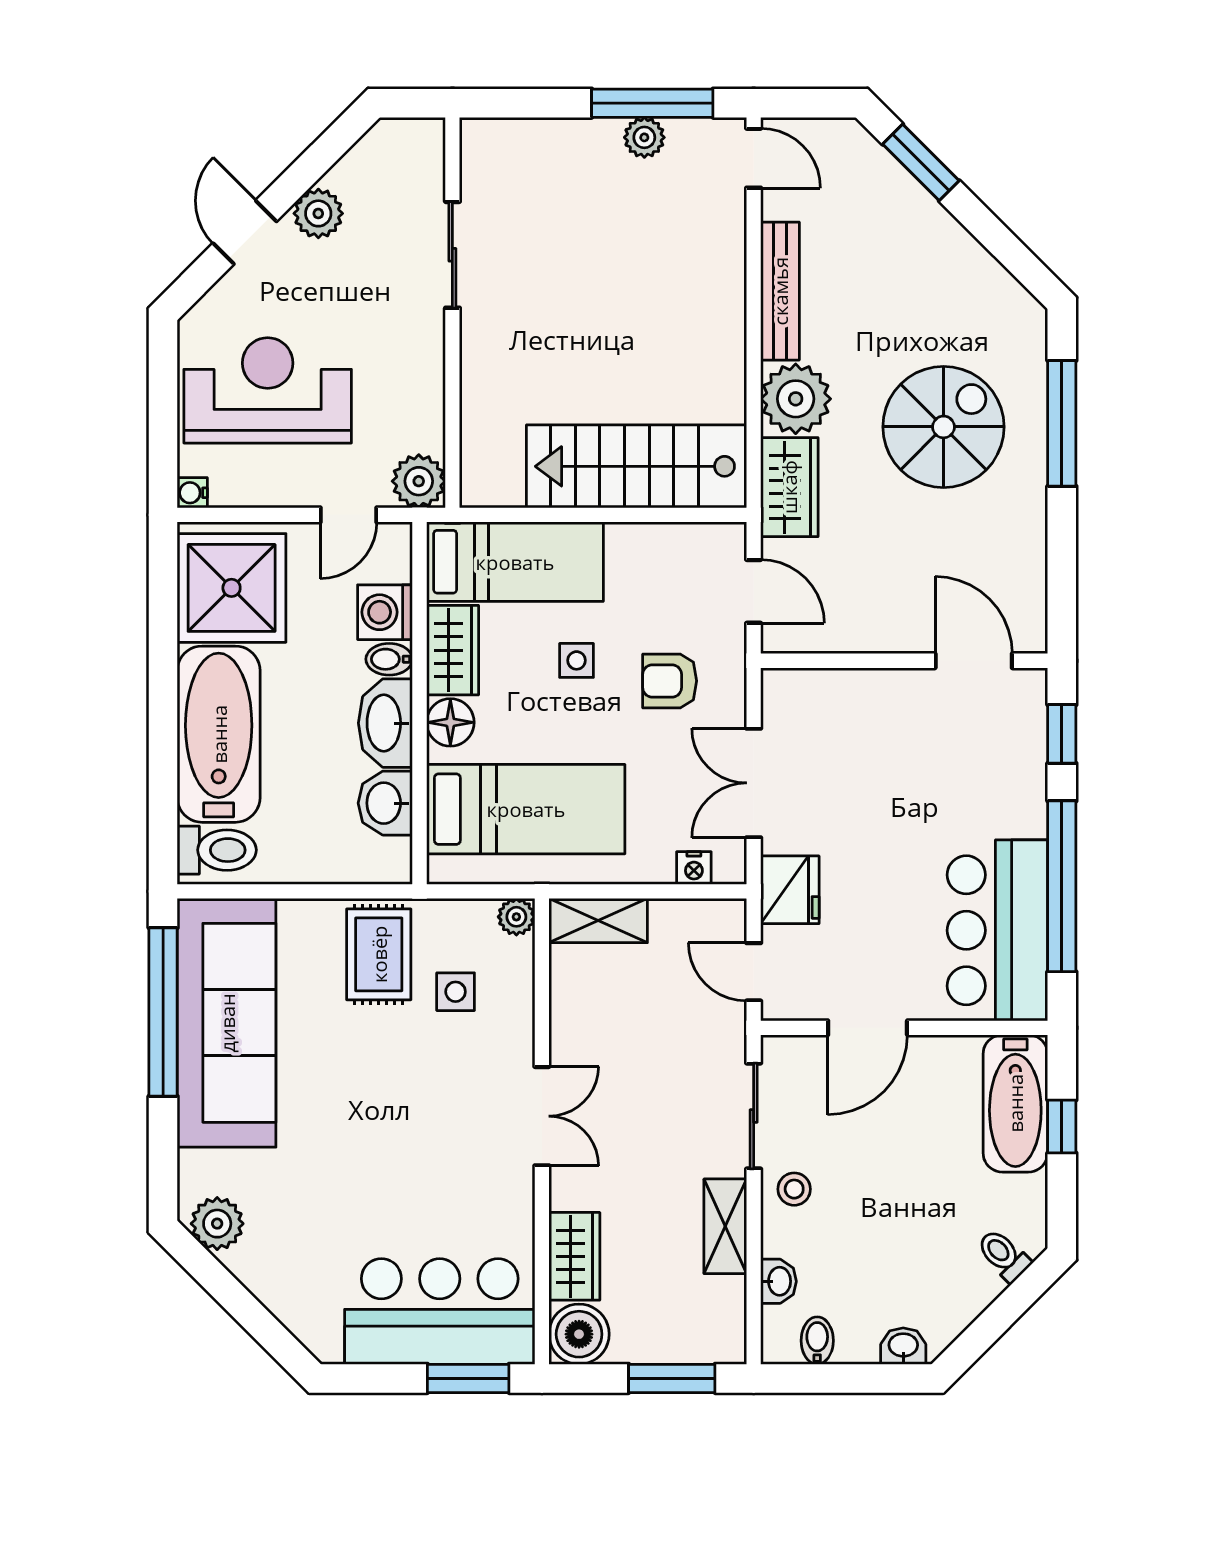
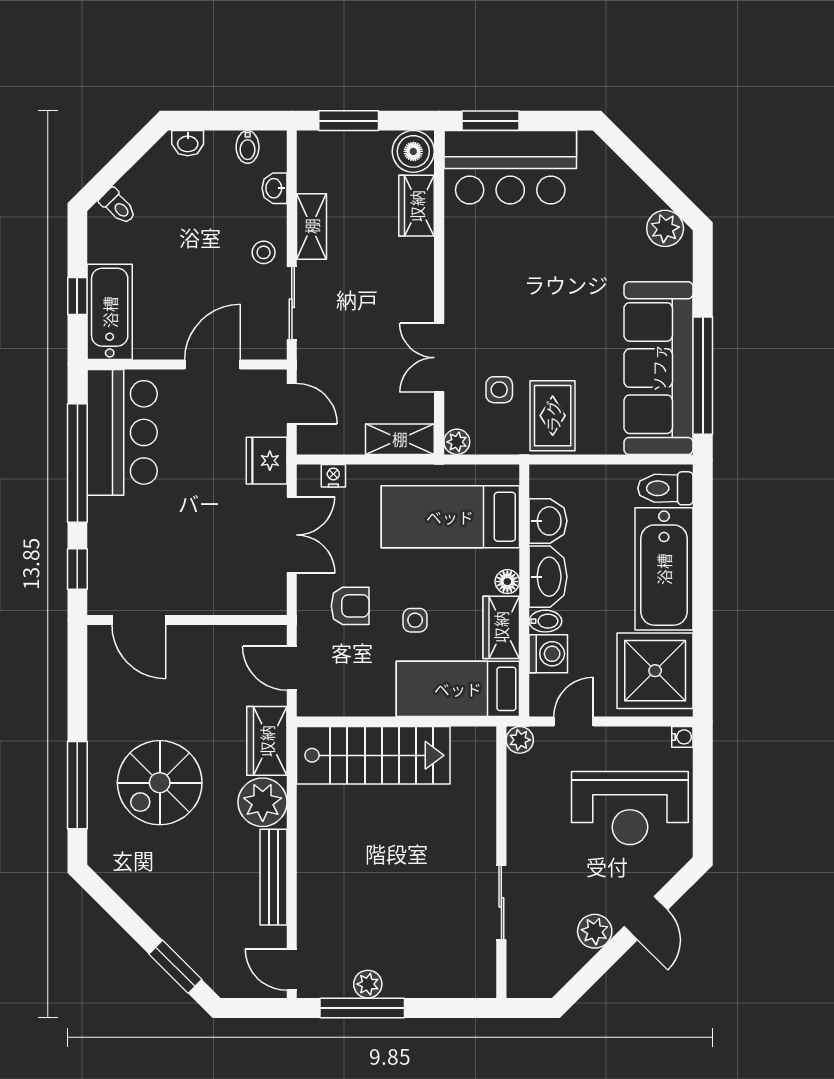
plant: (419, 481) -> (520, 740), width x0.73, depth x0.73
floor lamp: (450, 722) -> (507, 582), width x0.73, depth x0.73
double door: (542, 1116) -> (439, 358), moved

